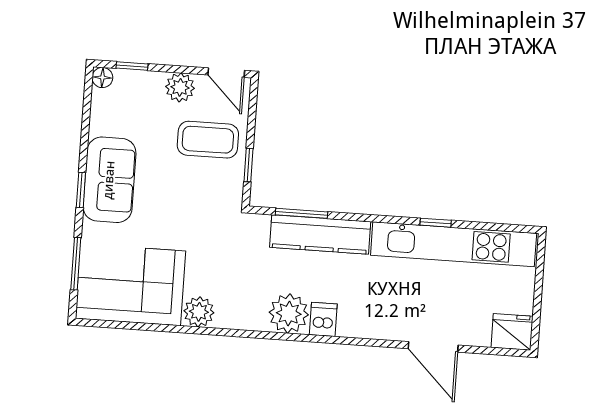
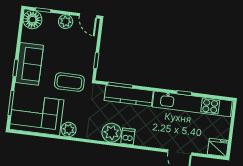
floor lamp: (102, 78) -> (32, 20), width x1.89, depth x1.89
coffee table: (208, 140) -> (69, 82), moved

